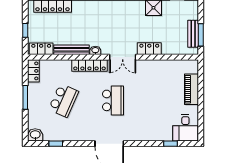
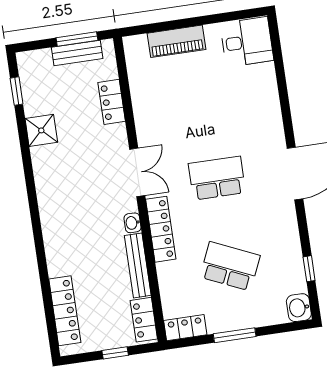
locker: (149, 49) -> (112, 102), moved
window: (171, 144) -> (279, 64), removed

